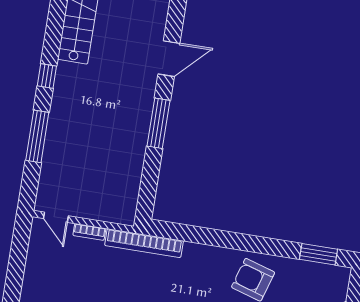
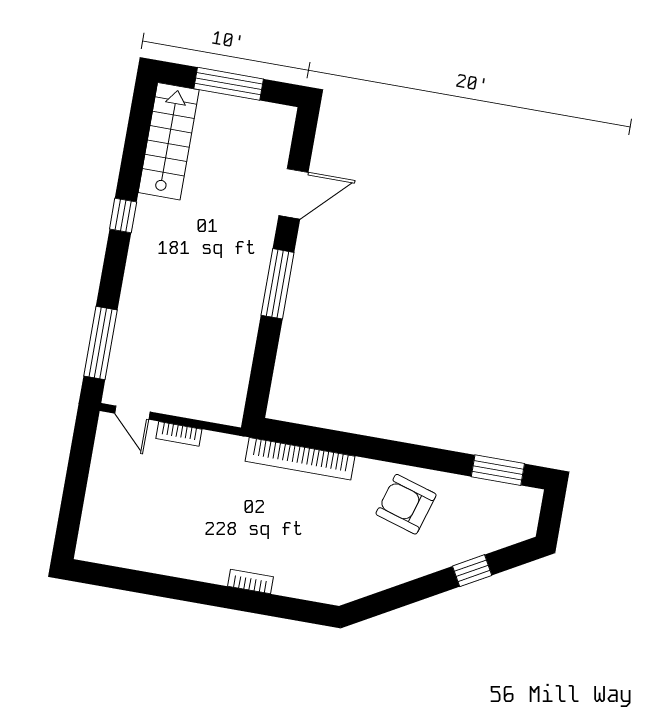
window: (37, 136) -> (101, 343), moved
bookcase: (144, 243) -> (300, 459), moved

